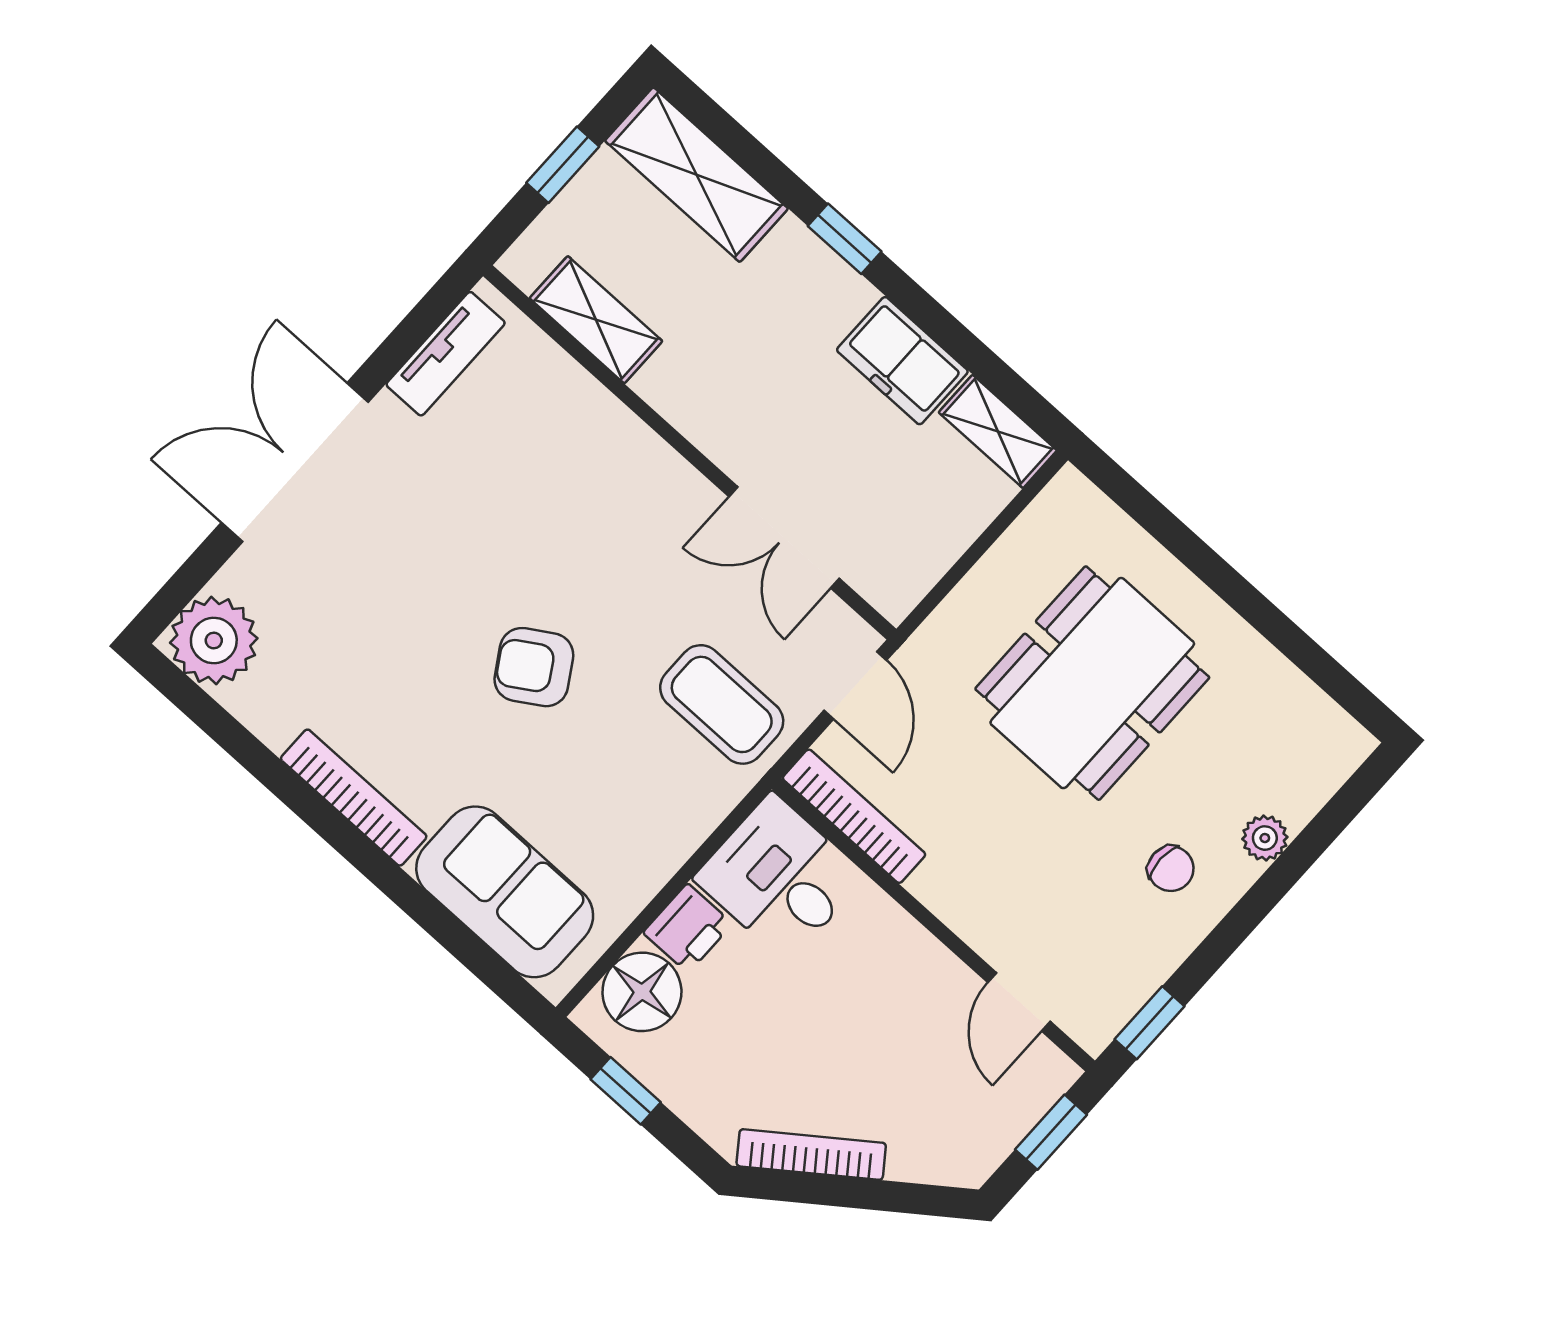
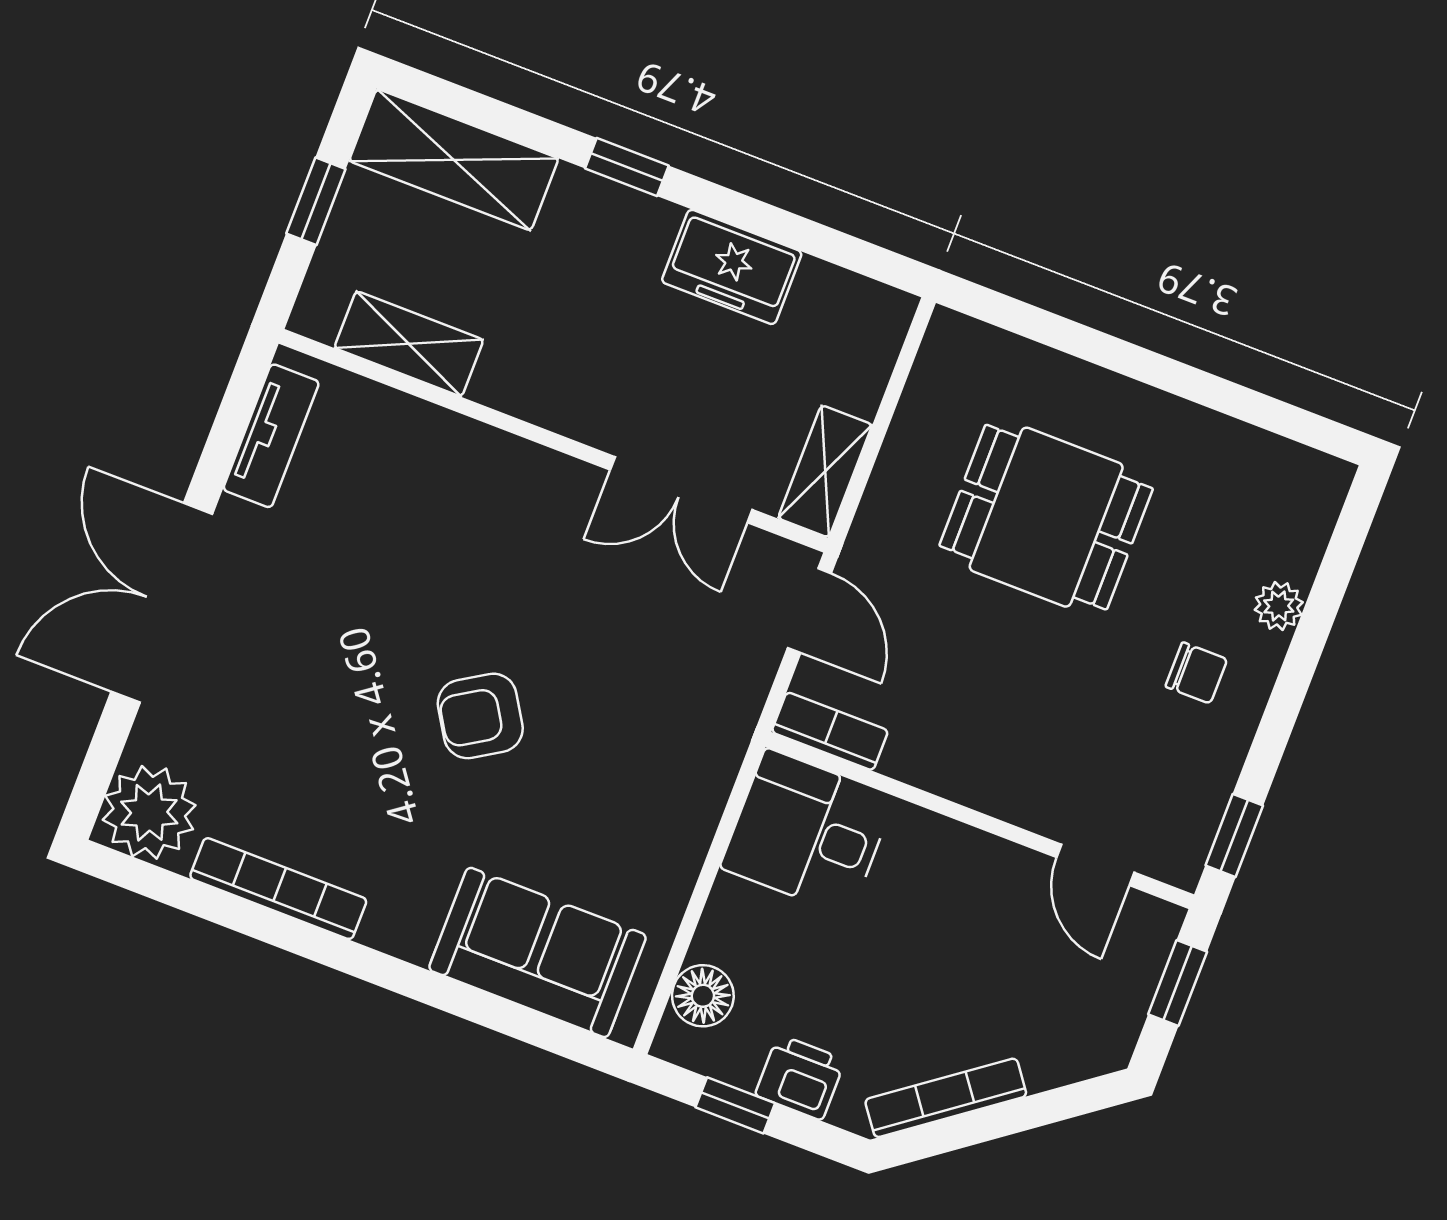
shelving: (998, 431) -> (825, 471), moved, turned 90
dining table: (1092, 683) -> (1046, 517), width x0.73
coffee table: (722, 704) -> (683, 681), removed
bookcase: (354, 798) -> (278, 889), moved
bookcase: (854, 816) -> (830, 731), width x0.64
printer: (688, 928) -> (800, 1077), moved, turned -90
floor lamp: (642, 992) -> (703, 996), width x0.73, depth x0.73

